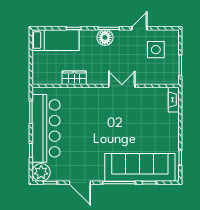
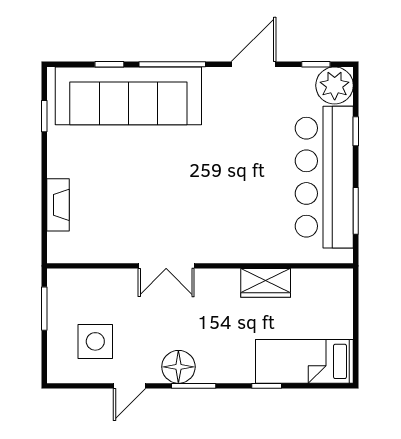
floor lamp: (105, 37) -> (178, 367), moved
fireplace: (174, 100) -> (58, 205), moved
door: (80, 183) -> (253, 64), hinge flipped

